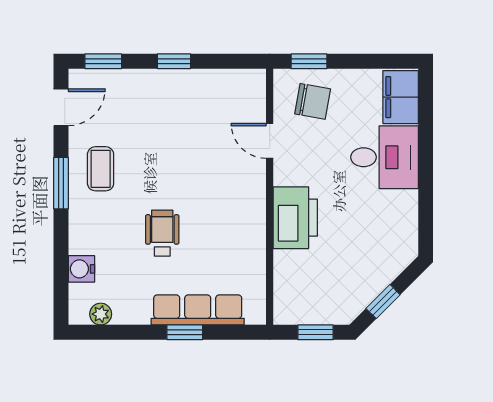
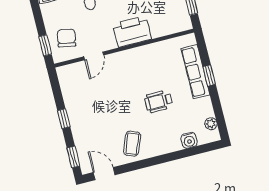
coffee table: (101, 169) -> (132, 144), turned -68
window: (61, 183) -> (145, 163), removed

